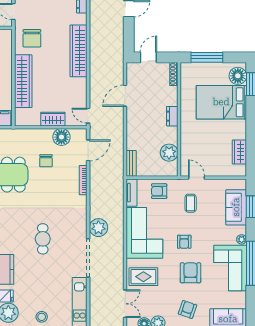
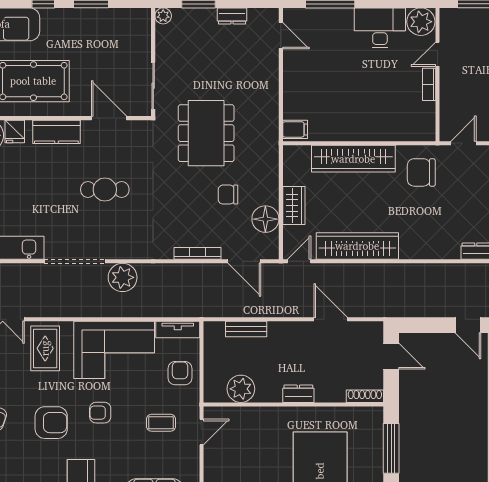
wardrobe: (79, 51) -> (357, 246), moved
bench: (131, 163) -> (246, 329), moved

